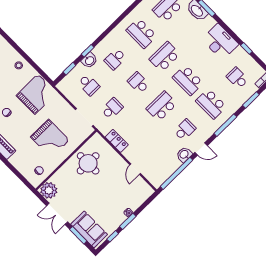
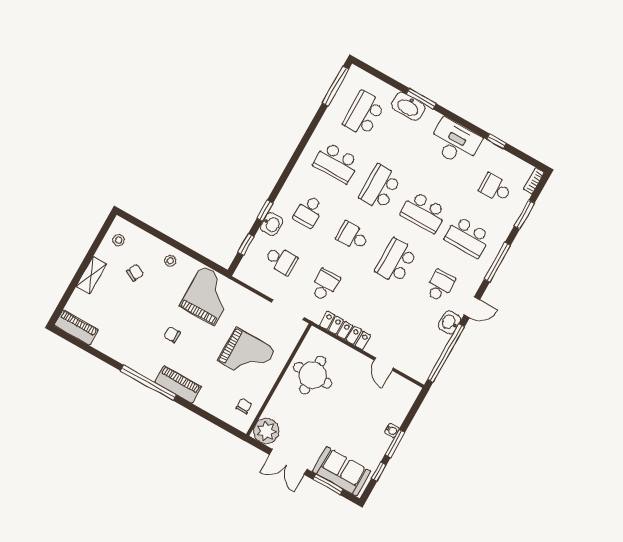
locker: (117, 141) -> (345, 330), width x1.53

